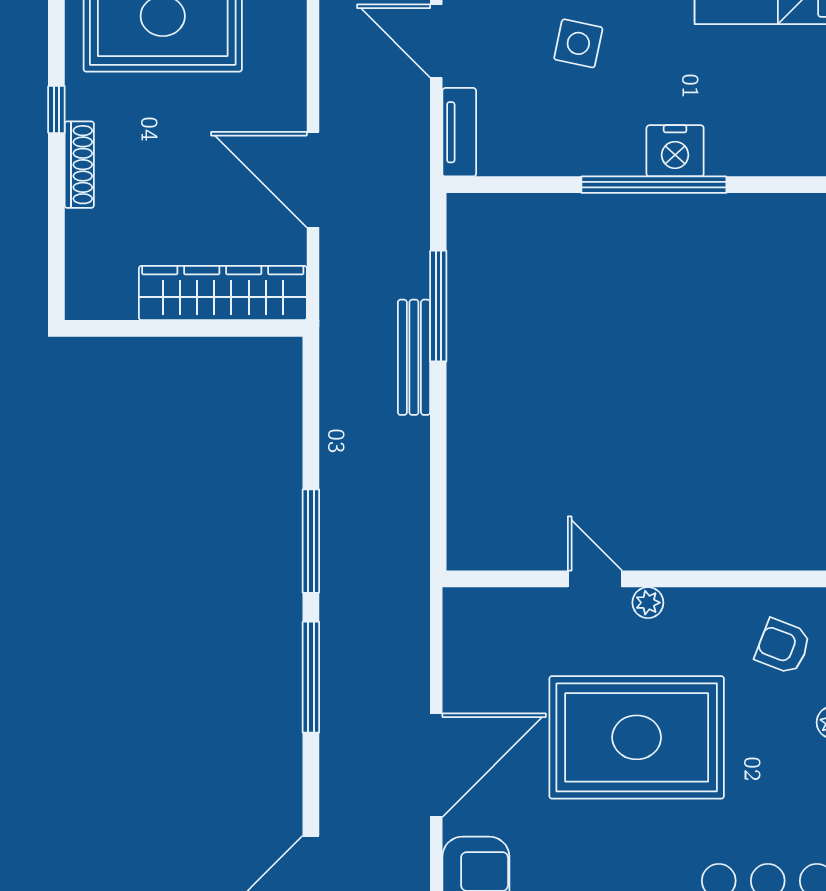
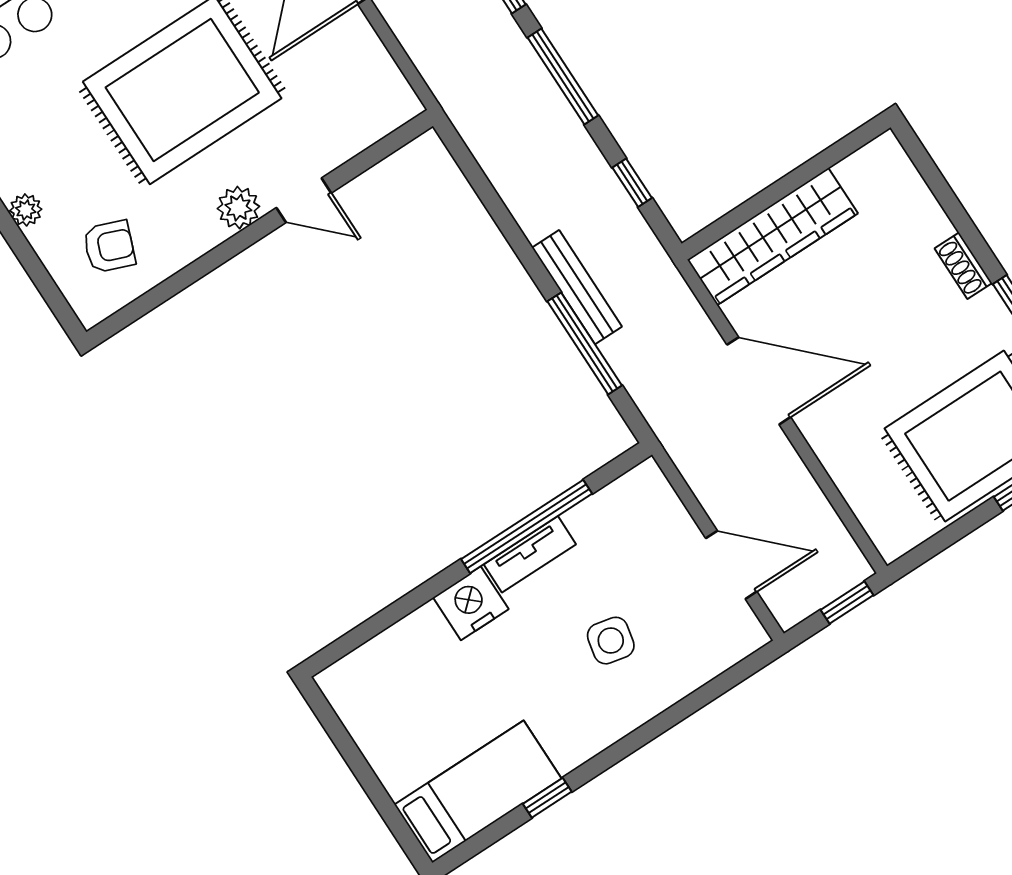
tv unit: (459, 132) -> (530, 554), moved, turned -90
shoe rack: (79, 165) -> (963, 266), width x0.70
window: (654, 185) -> (527, 526), moved
window: (311, 415) -> (632, 183), added
plant: (648, 603) -> (238, 208), width x1.38, depth x1.38

